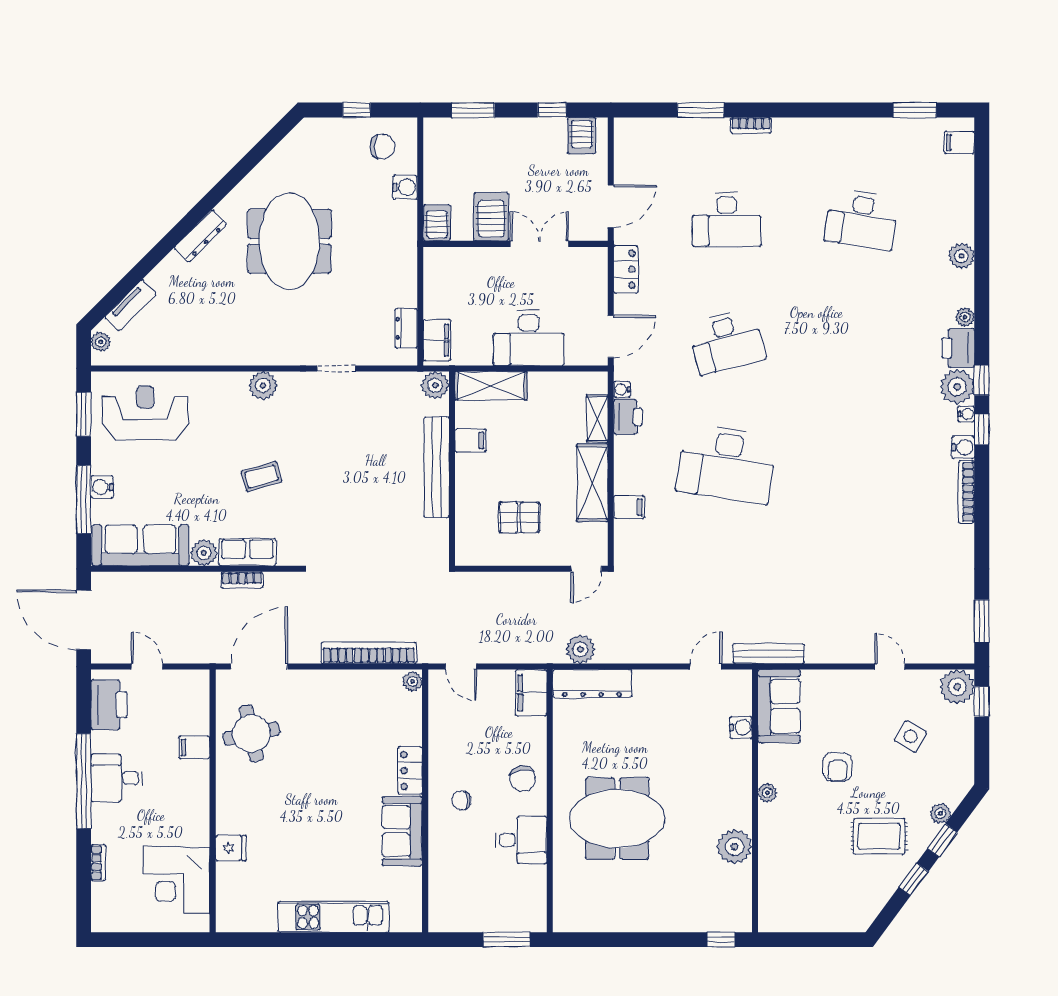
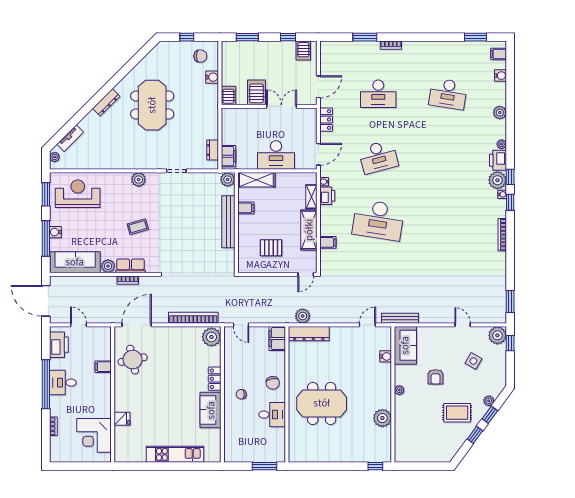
water cooler: (963, 447) -> (501, 76), moved
plant: (412, 681) -> (211, 337), width x1.88, depth x1.88

